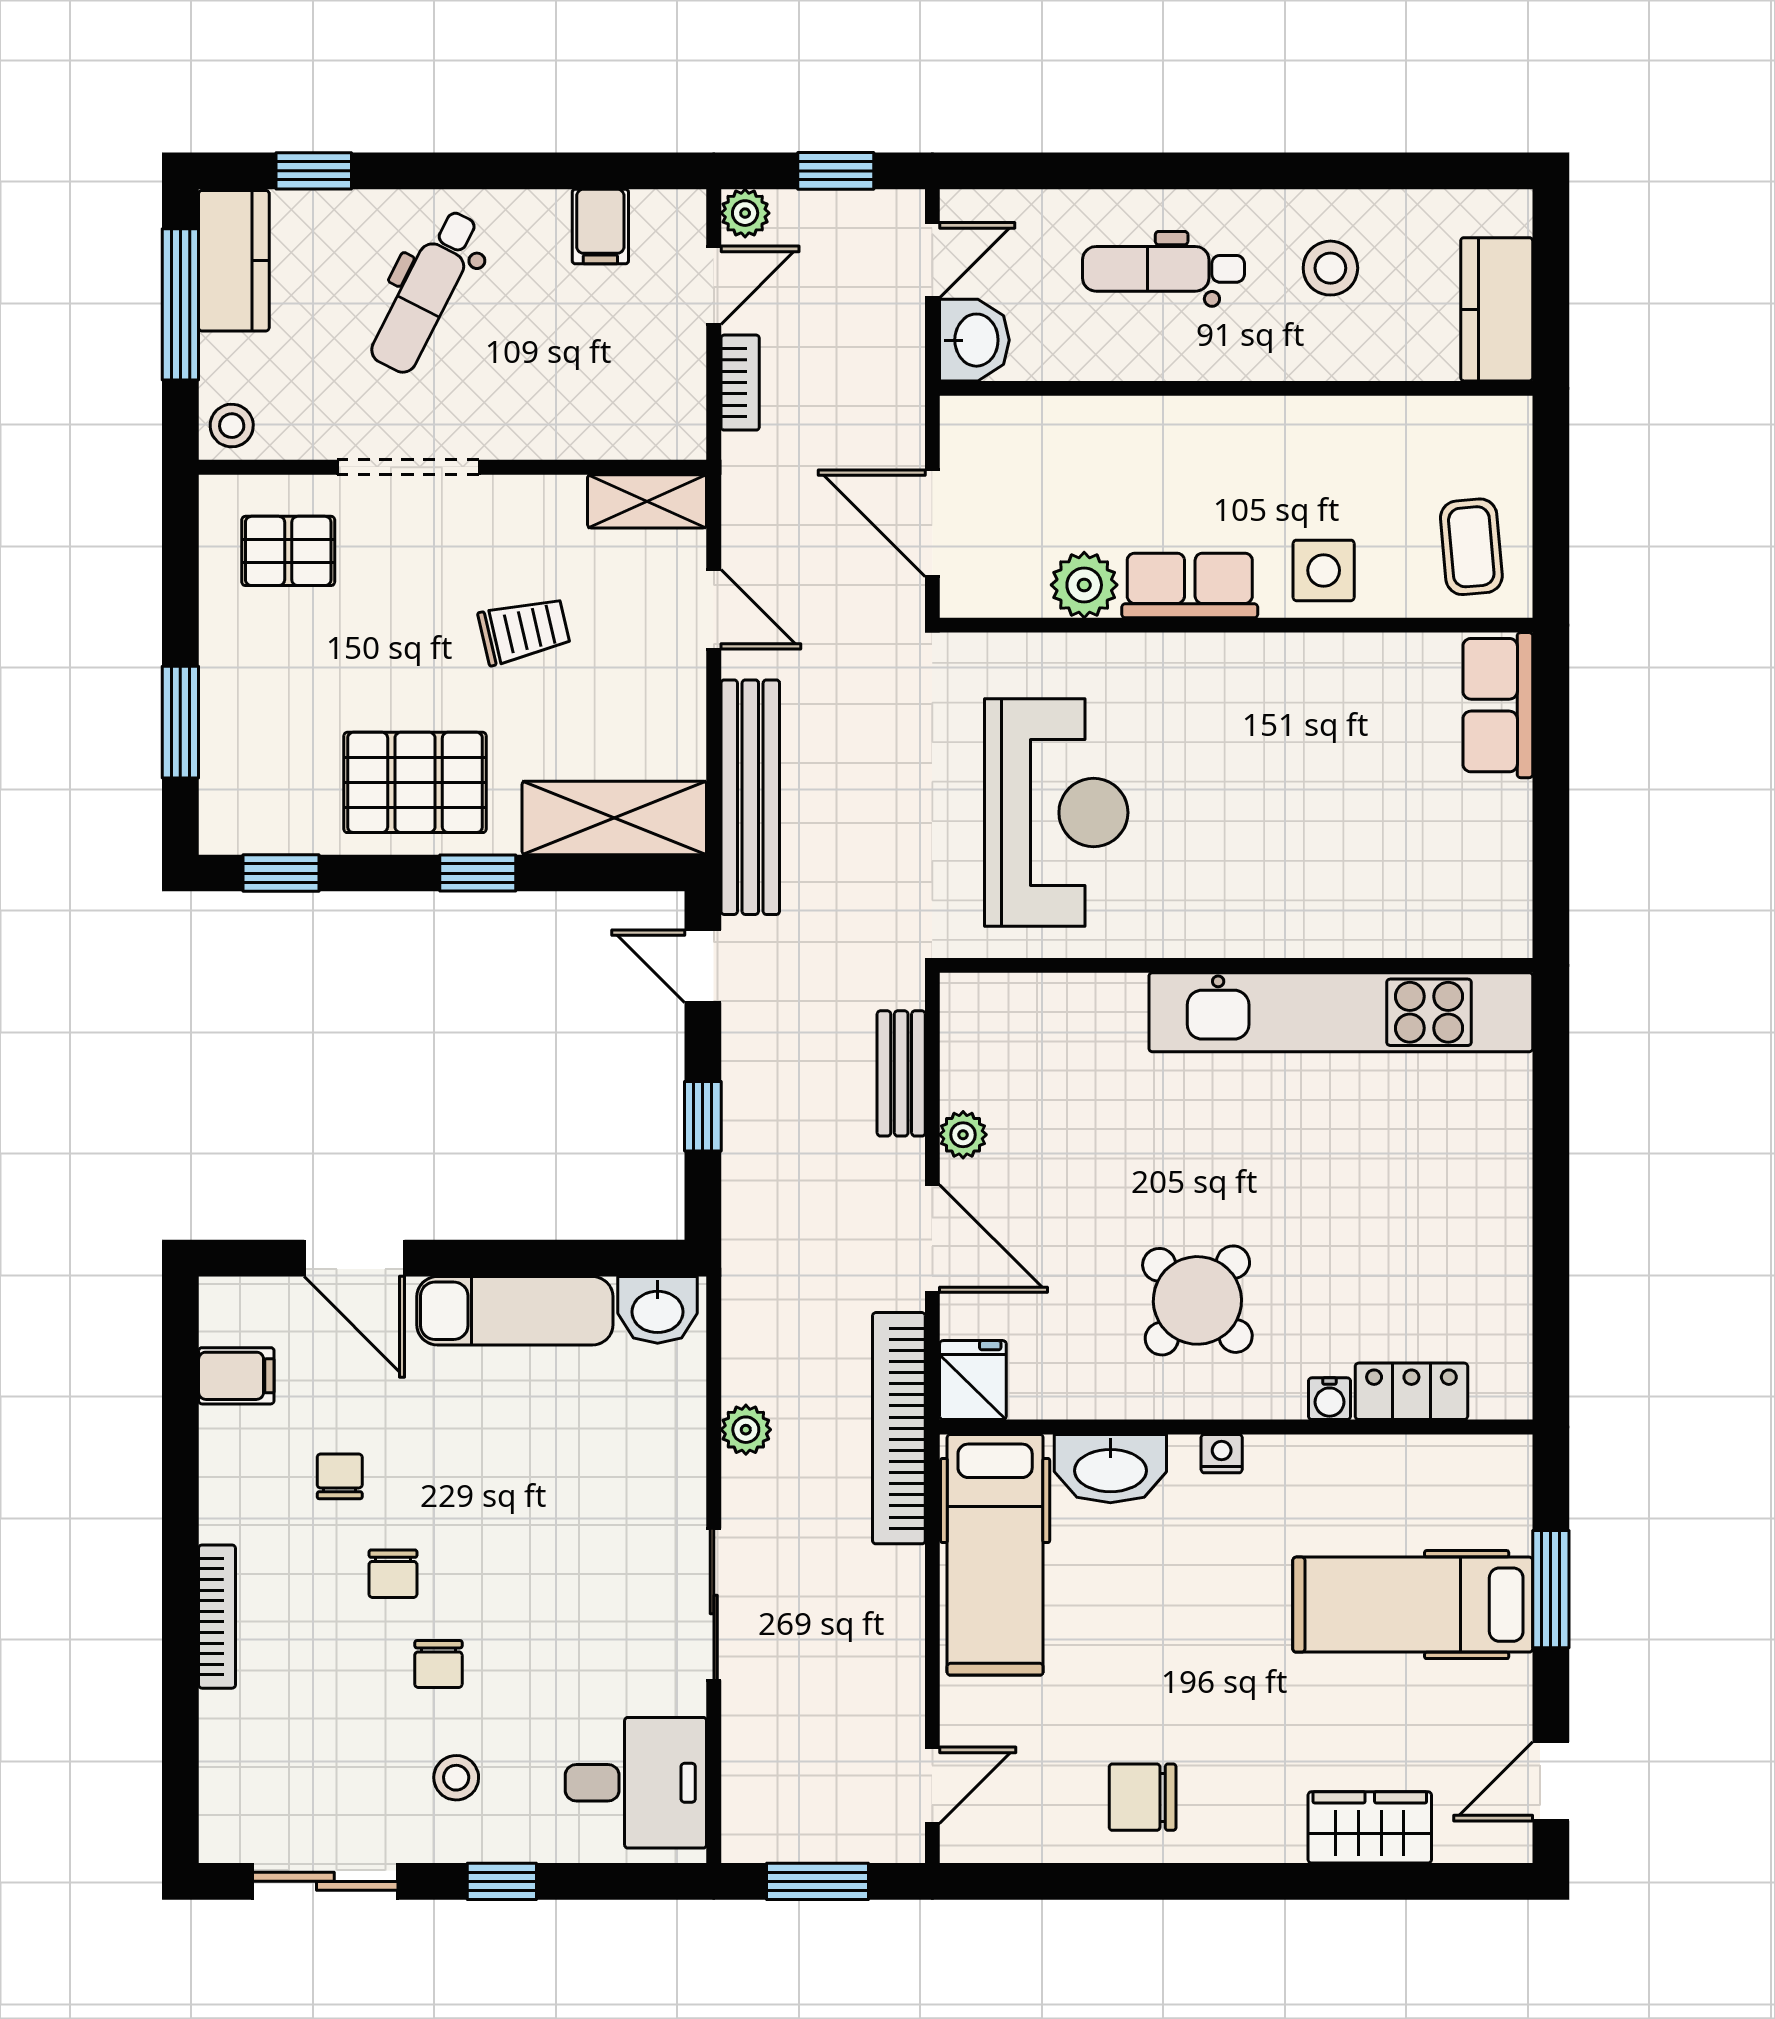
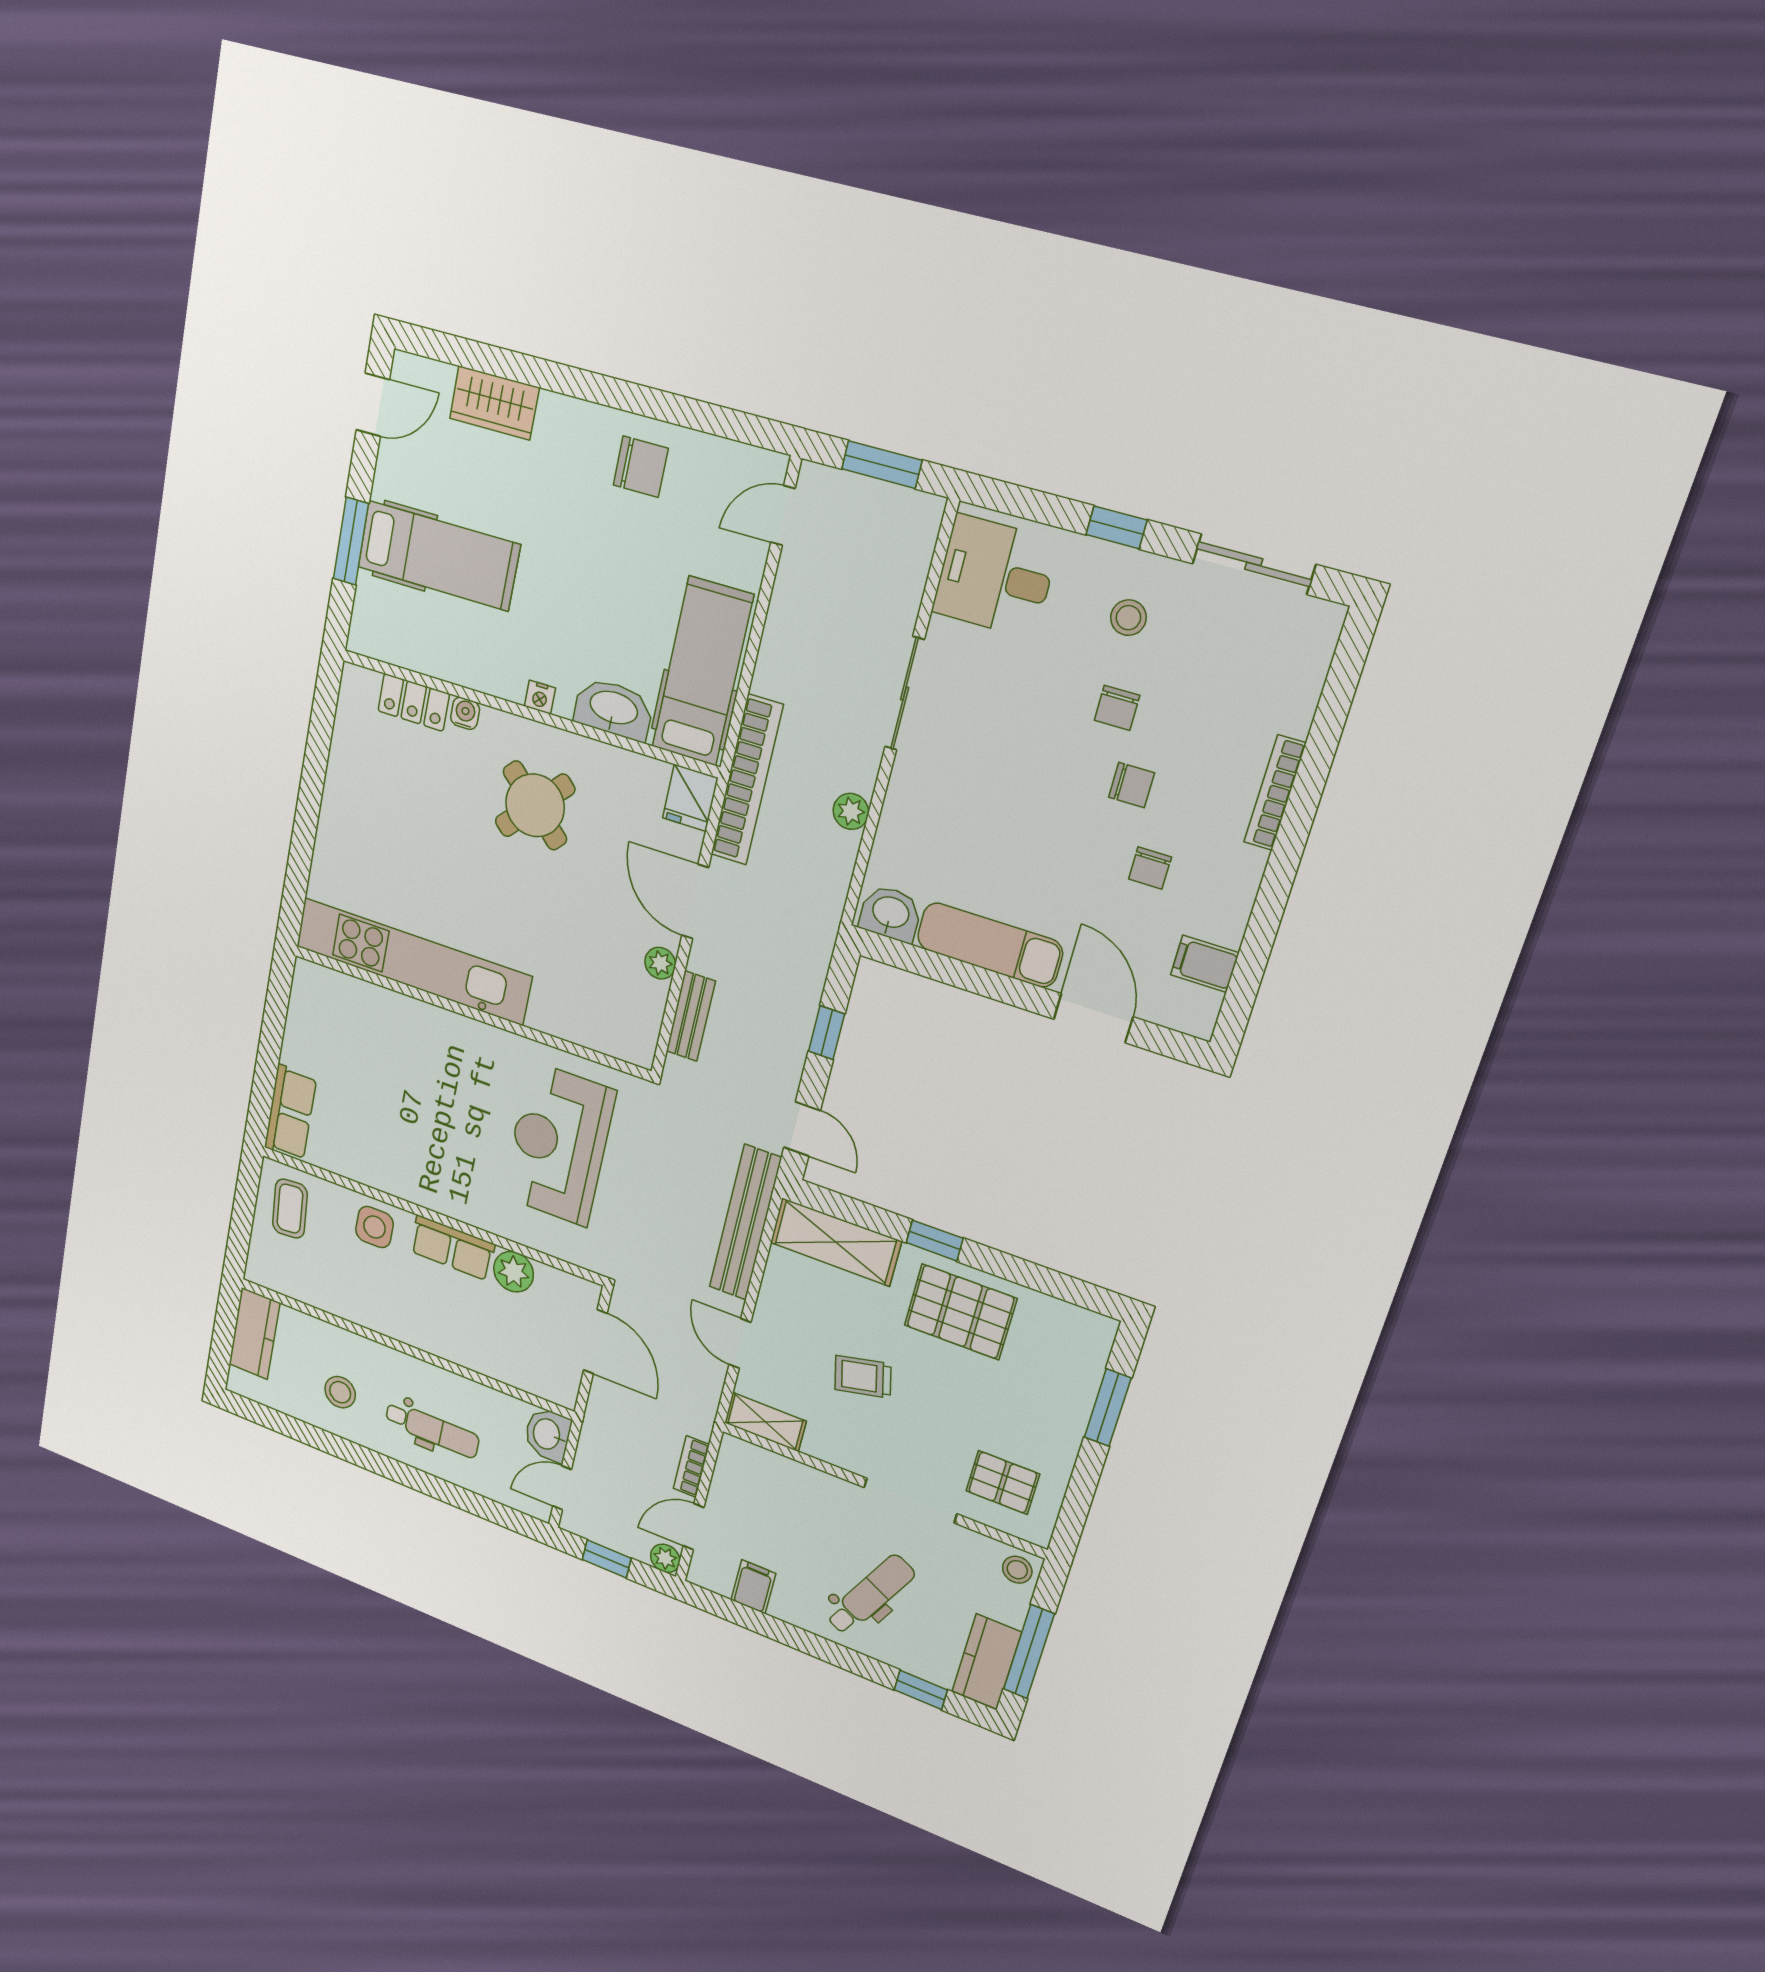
window: (281, 873) -> (1068, 1289), removed
chair: (393, 1574) -> (1131, 785), turned 90
chair: (438, 1664) -> (1117, 708), turned 180

